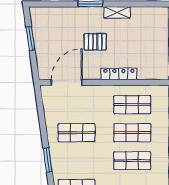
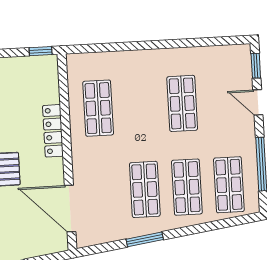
shop shelf: (132, 133) -> (187, 187), moved
window: (48, 160) -> (145, 239), moved

